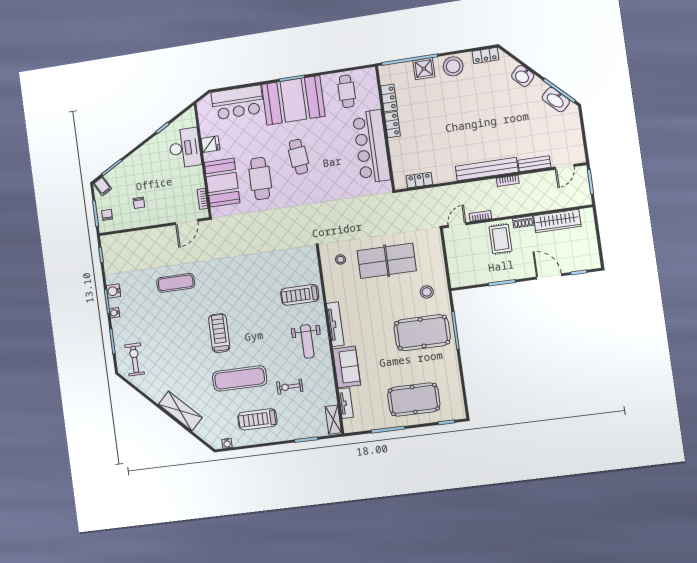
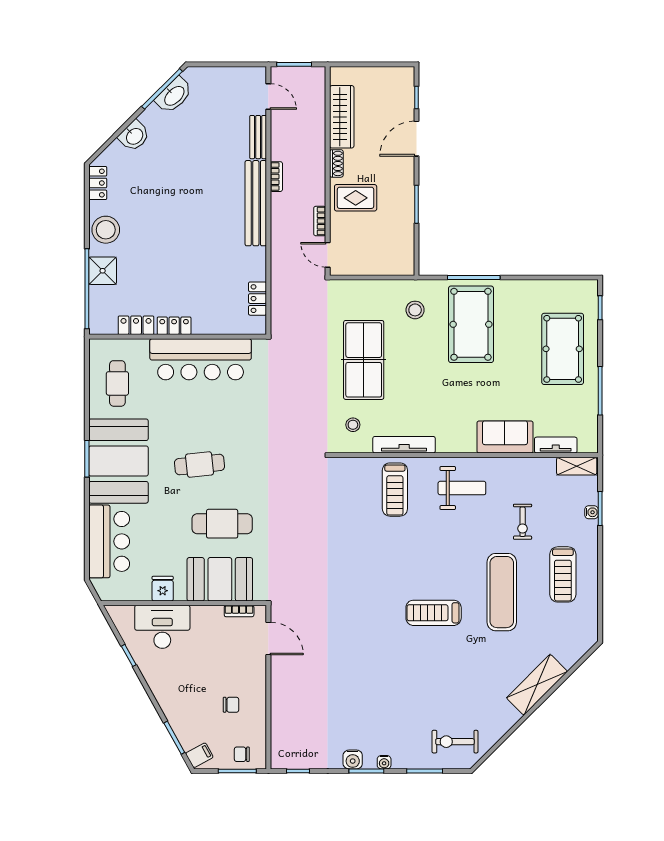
cafe table: (347, 91) -> (117, 383), turned 90
exercise mat: (176, 283) -> (353, 666), removed
tv unit: (335, 324) -> (404, 445), moved
water cooler: (227, 443) -> (591, 512), moved

